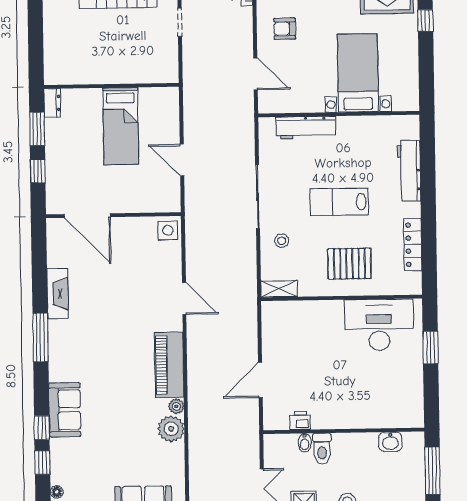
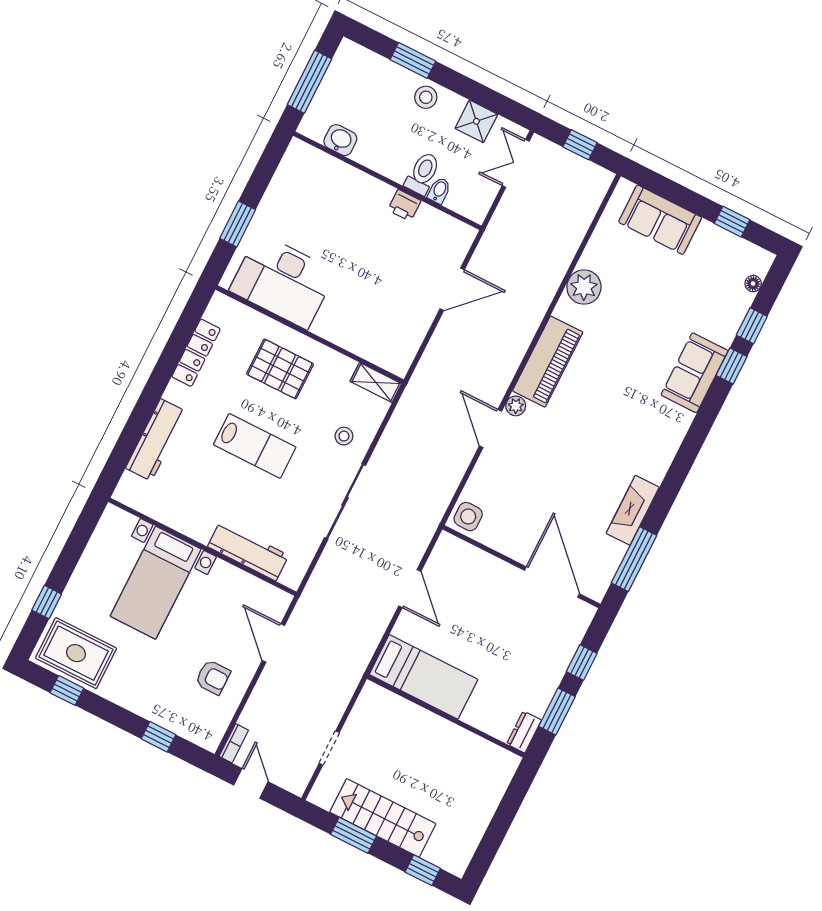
bed: (121, 126) -> (424, 677), moved, turned 90
window: (40, 337) -> (634, 559), moved
plant: (176, 406) -> (516, 406), moved
printer: (300, 421) -> (404, 205), moved

